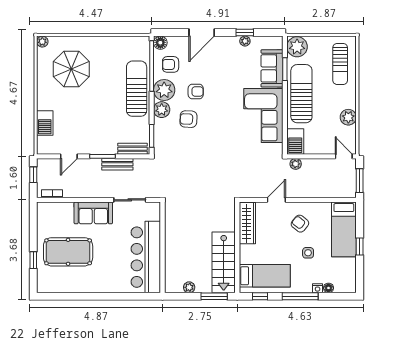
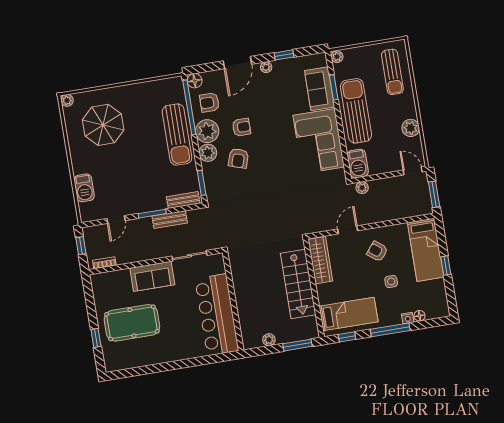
plant: (245, 41) -> (266, 67), moved
plant: (297, 47) -> (337, 57), width x0.53, depth x0.53
sun lounger: (137, 89) -> (177, 135), turned 180
armchair: (188, 119) -> (238, 158), turned -75
stairs: (224, 262) -> (298, 284), moved

